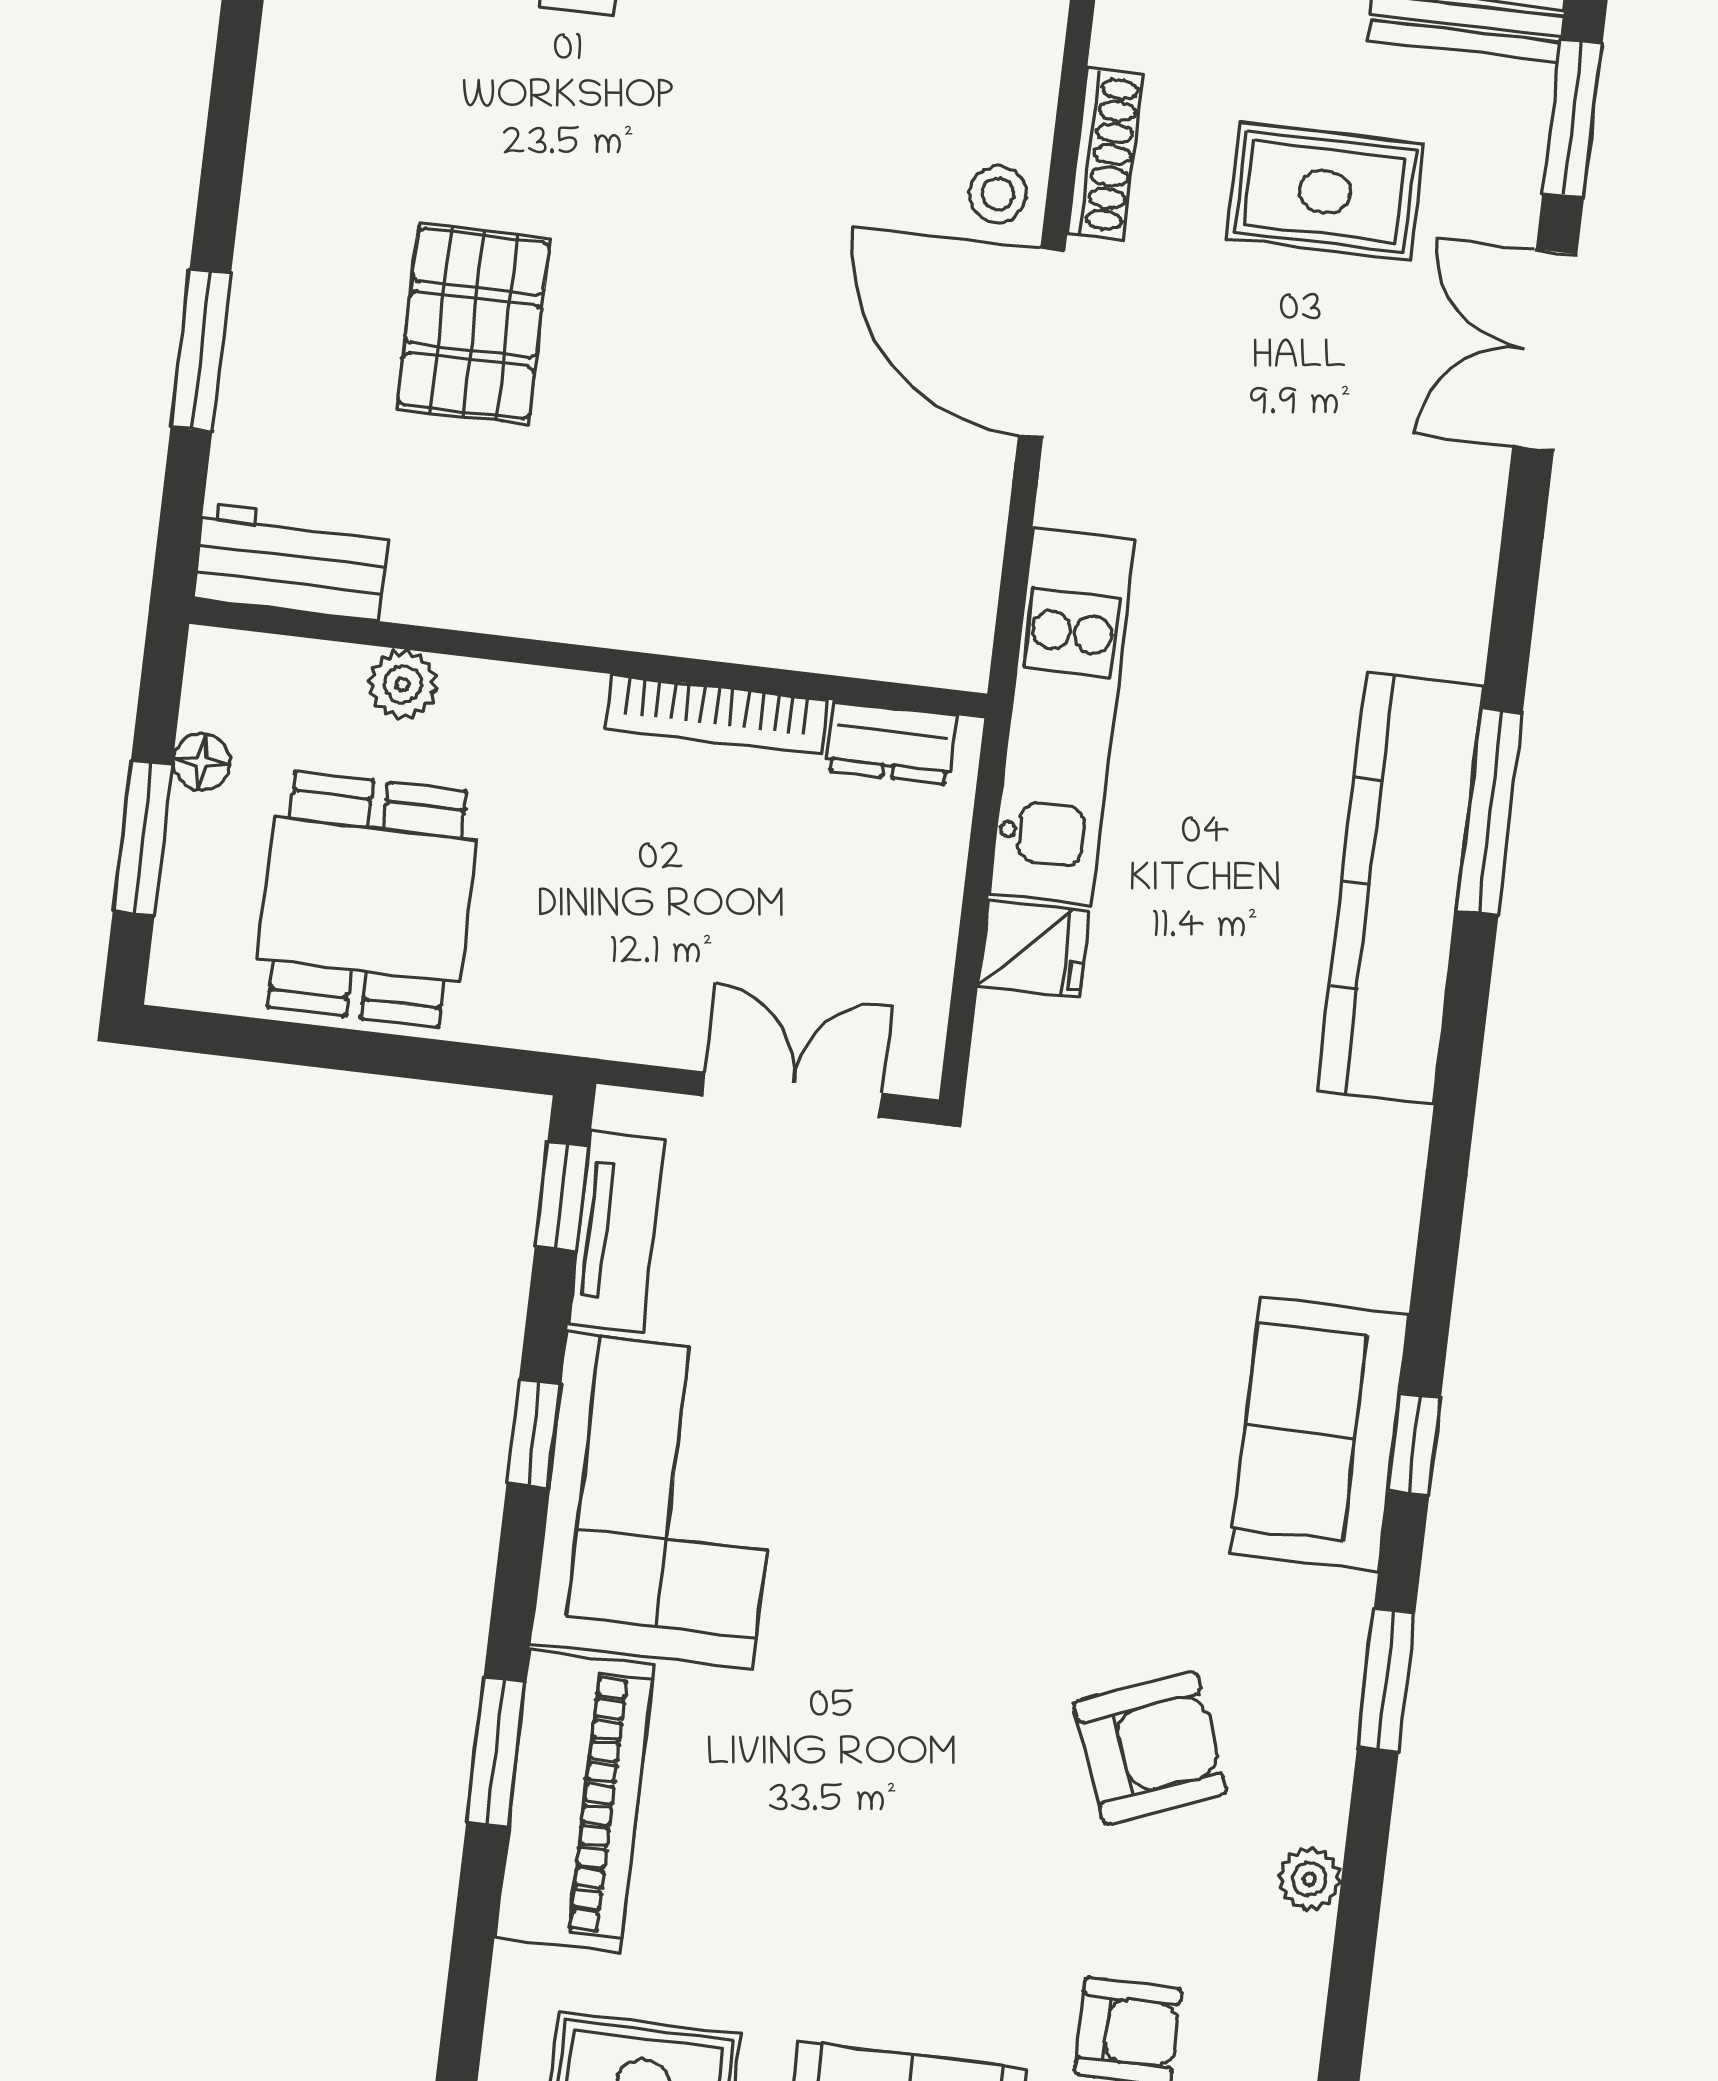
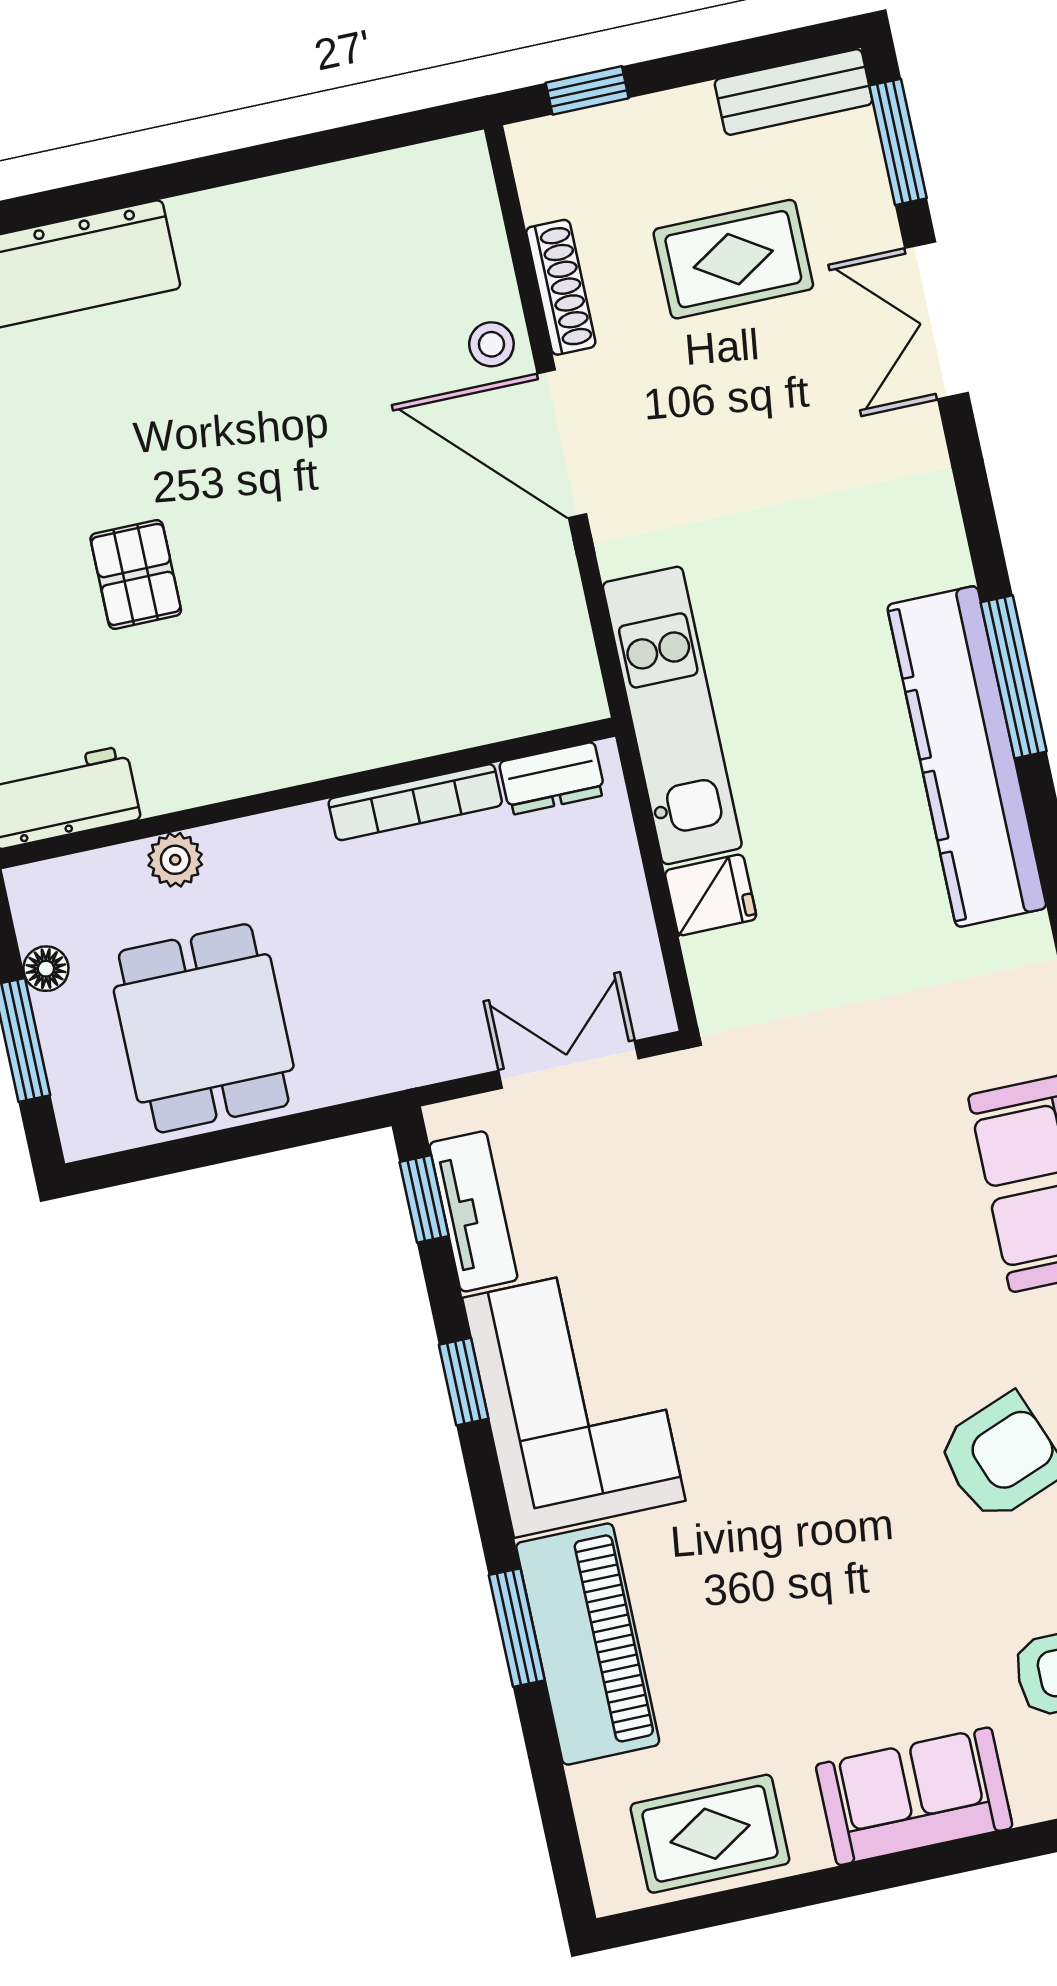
pallet: (474, 324) -> (136, 574), width x0.67, depth x0.71

